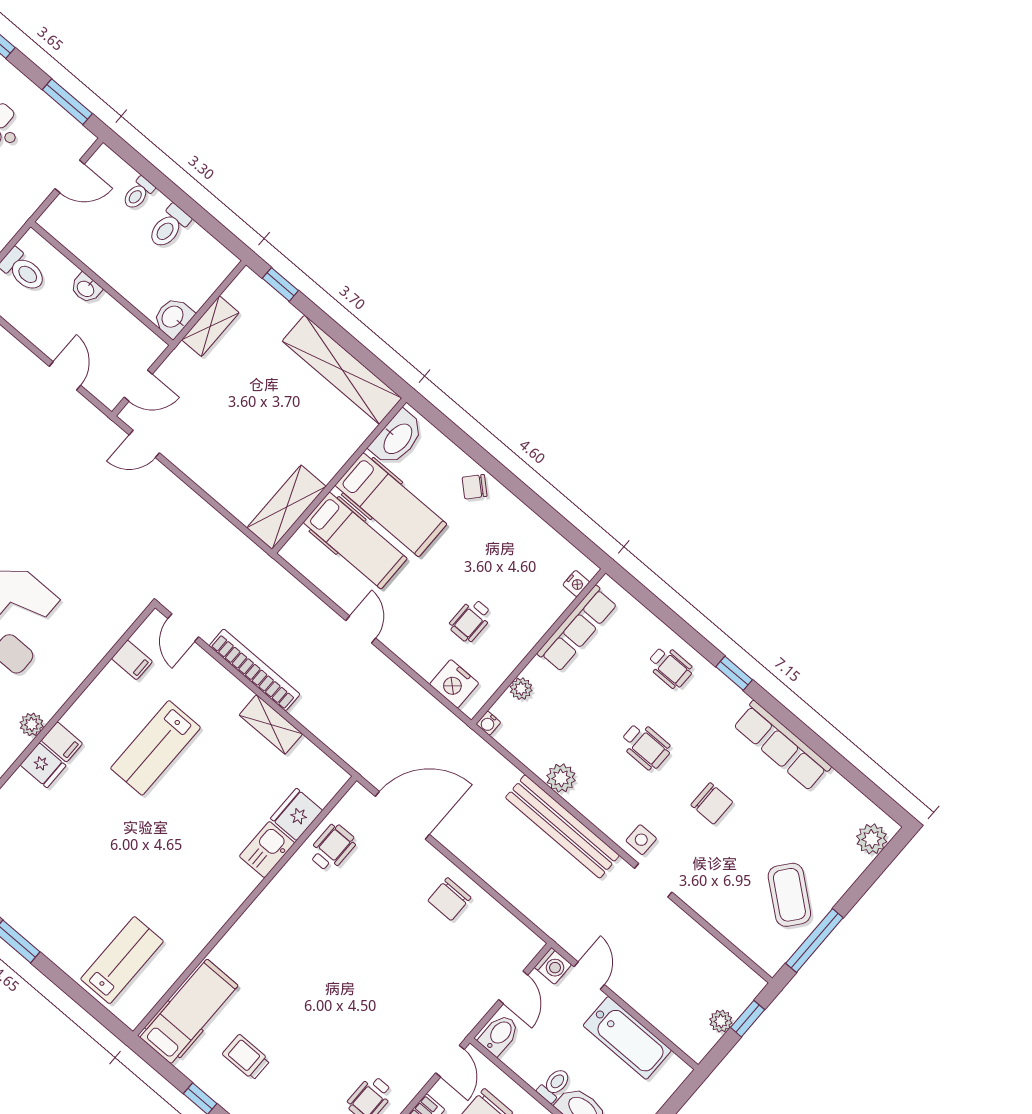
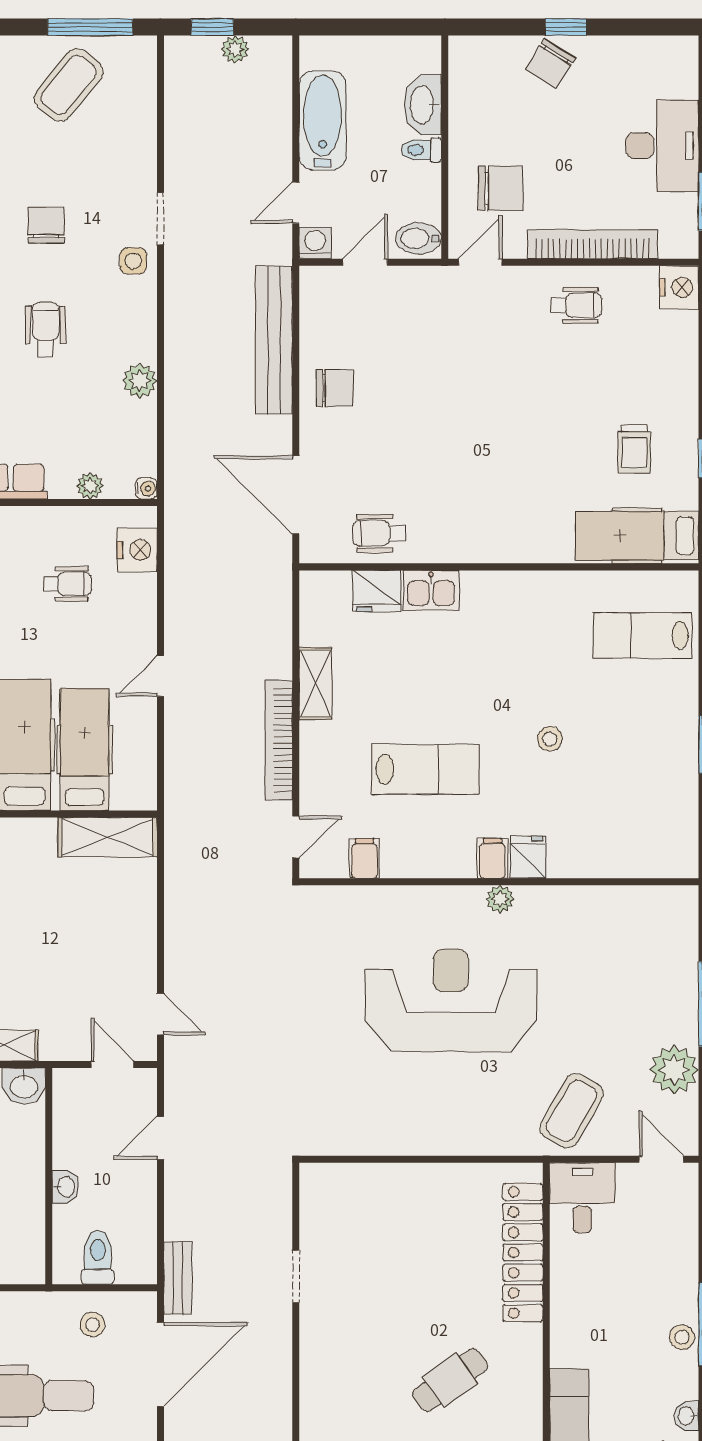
bench: (562, 826) -> (274, 340), moved
stool: (107, 844) -> (550, 739), added

